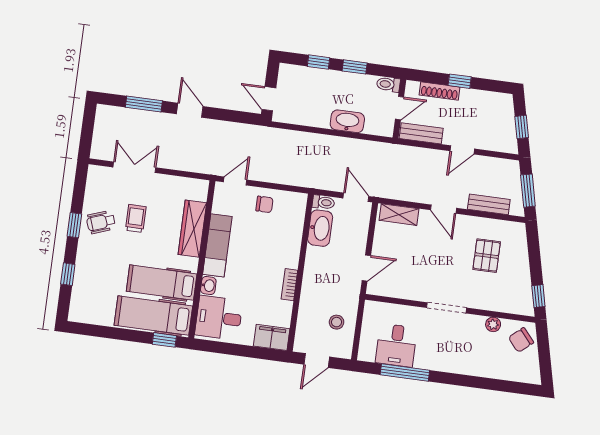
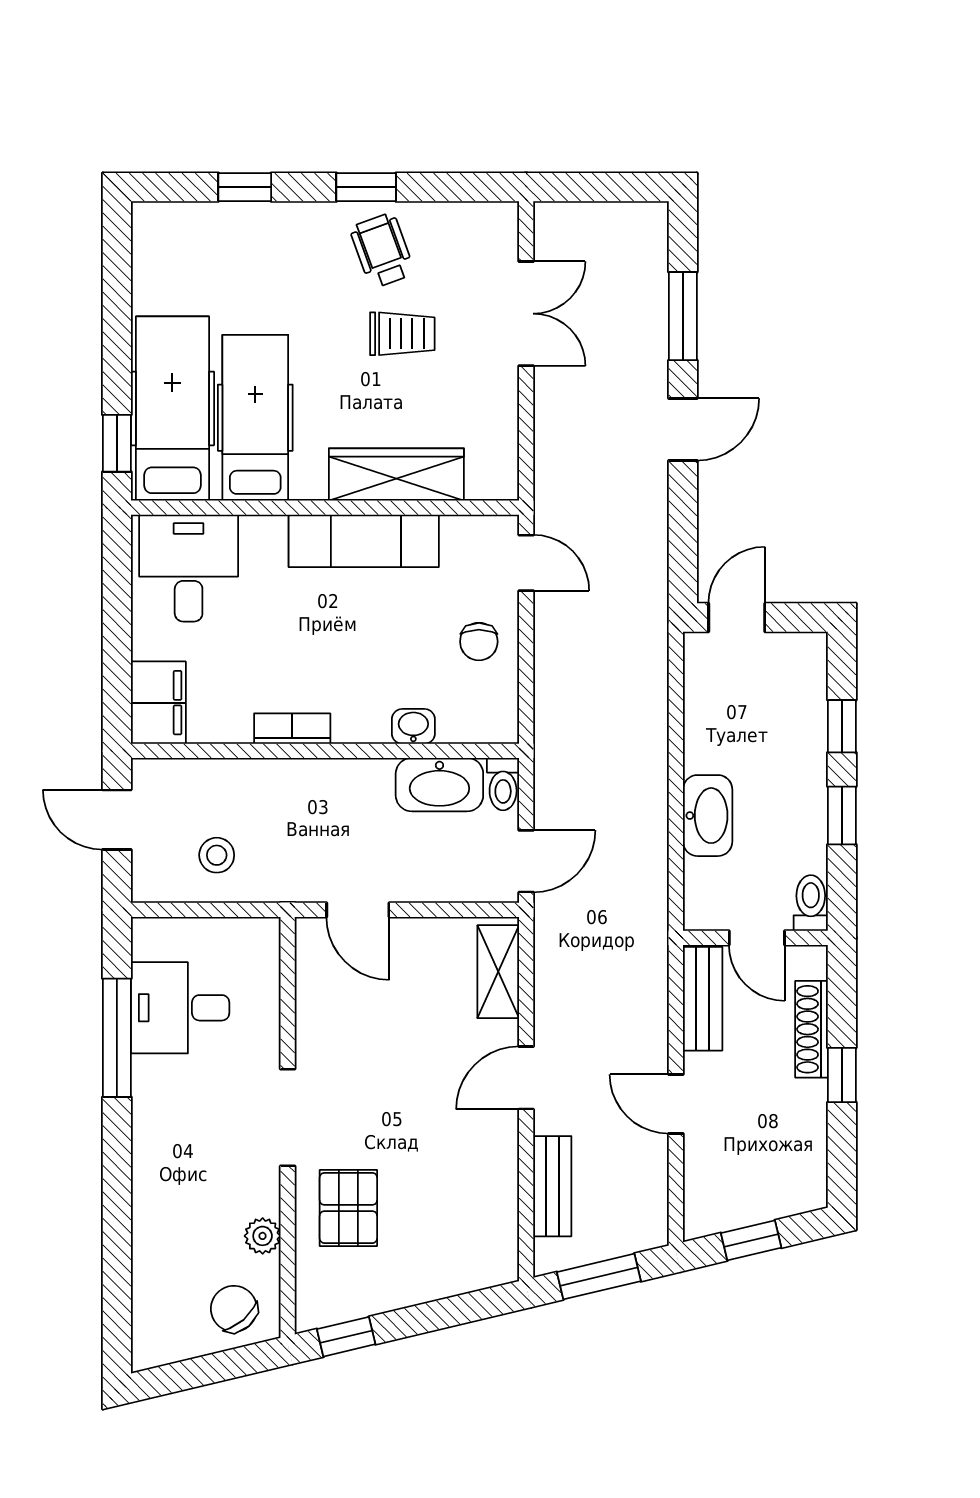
pallet: (487, 256) -> (348, 1208), moved, turned 90
washbasin: (208, 286) -> (413, 726), moved, turned 180

